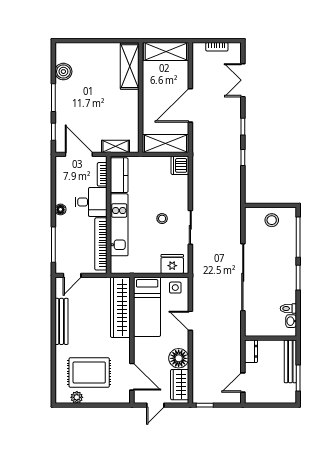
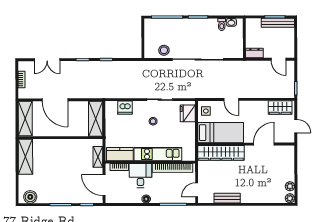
shelving: (130, 66) -> (25, 157), moved, turned 90
boiler: (63, 72) -> (30, 197), moved
door: (190, 105) -> (55, 100), moved
door: (79, 154) -> (104, 185), hinge flipped
dishwasher: (180, 165) -> (125, 108), moved
stool: (272, 220) -> (164, 50), moved
door: (72, 275) -> (197, 190), swing flipped
bench: (61, 321) -> (227, 198), width x0.73
door: (190, 321) -> (231, 99), hinge flipped
floor lamp: (179, 358) -> (260, 108), removed
bench: (290, 361) -> (278, 23), moved
rug: (89, 373) -> (271, 177), removed
door: (132, 377) -> (264, 144), moved
plant: (61, 397) -> (290, 198), added

